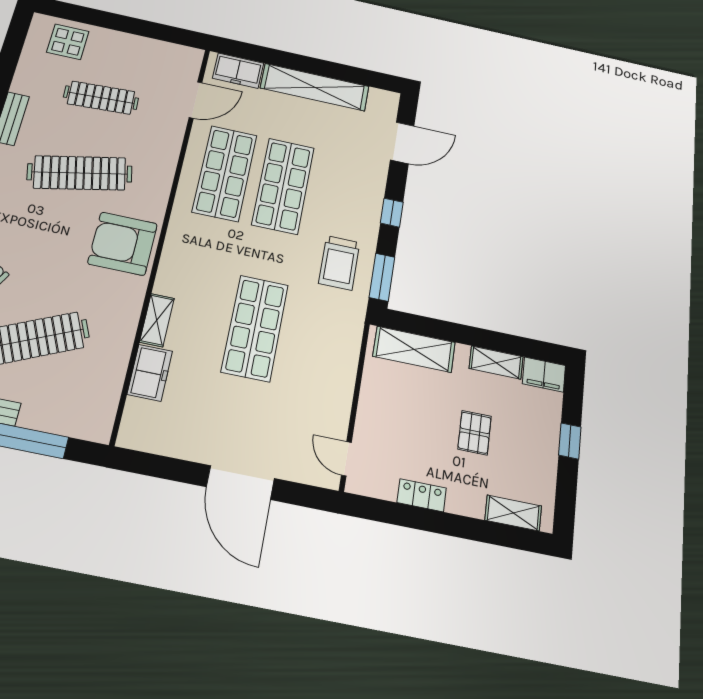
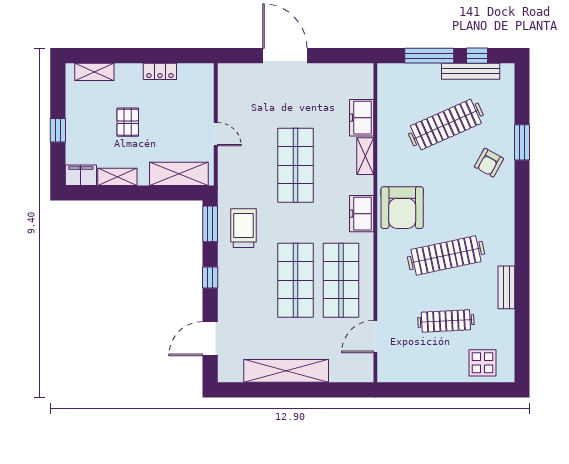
freezer: (238, 71) -> (362, 214), moved, turned -90
armchair: (123, 244) -> (402, 208), turned 90
door: (346, 459) -> (216, 134), moved

